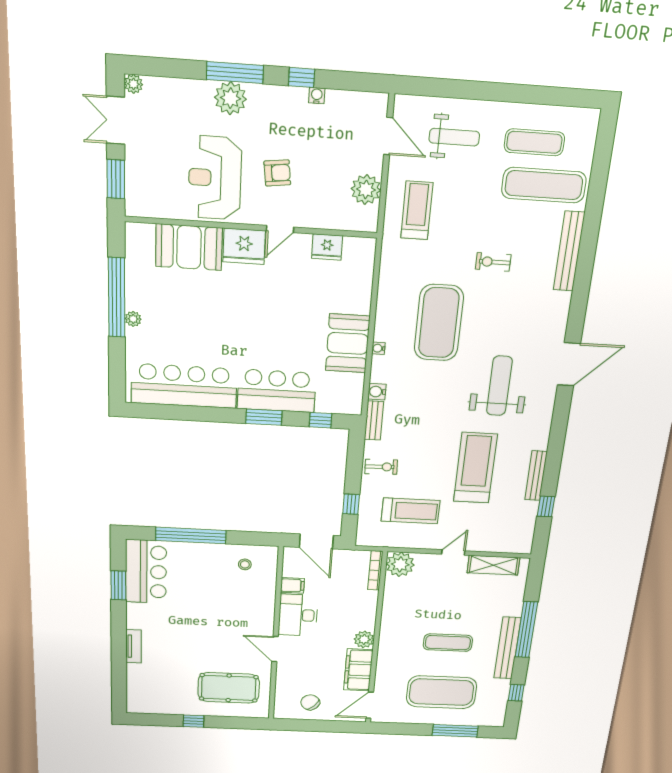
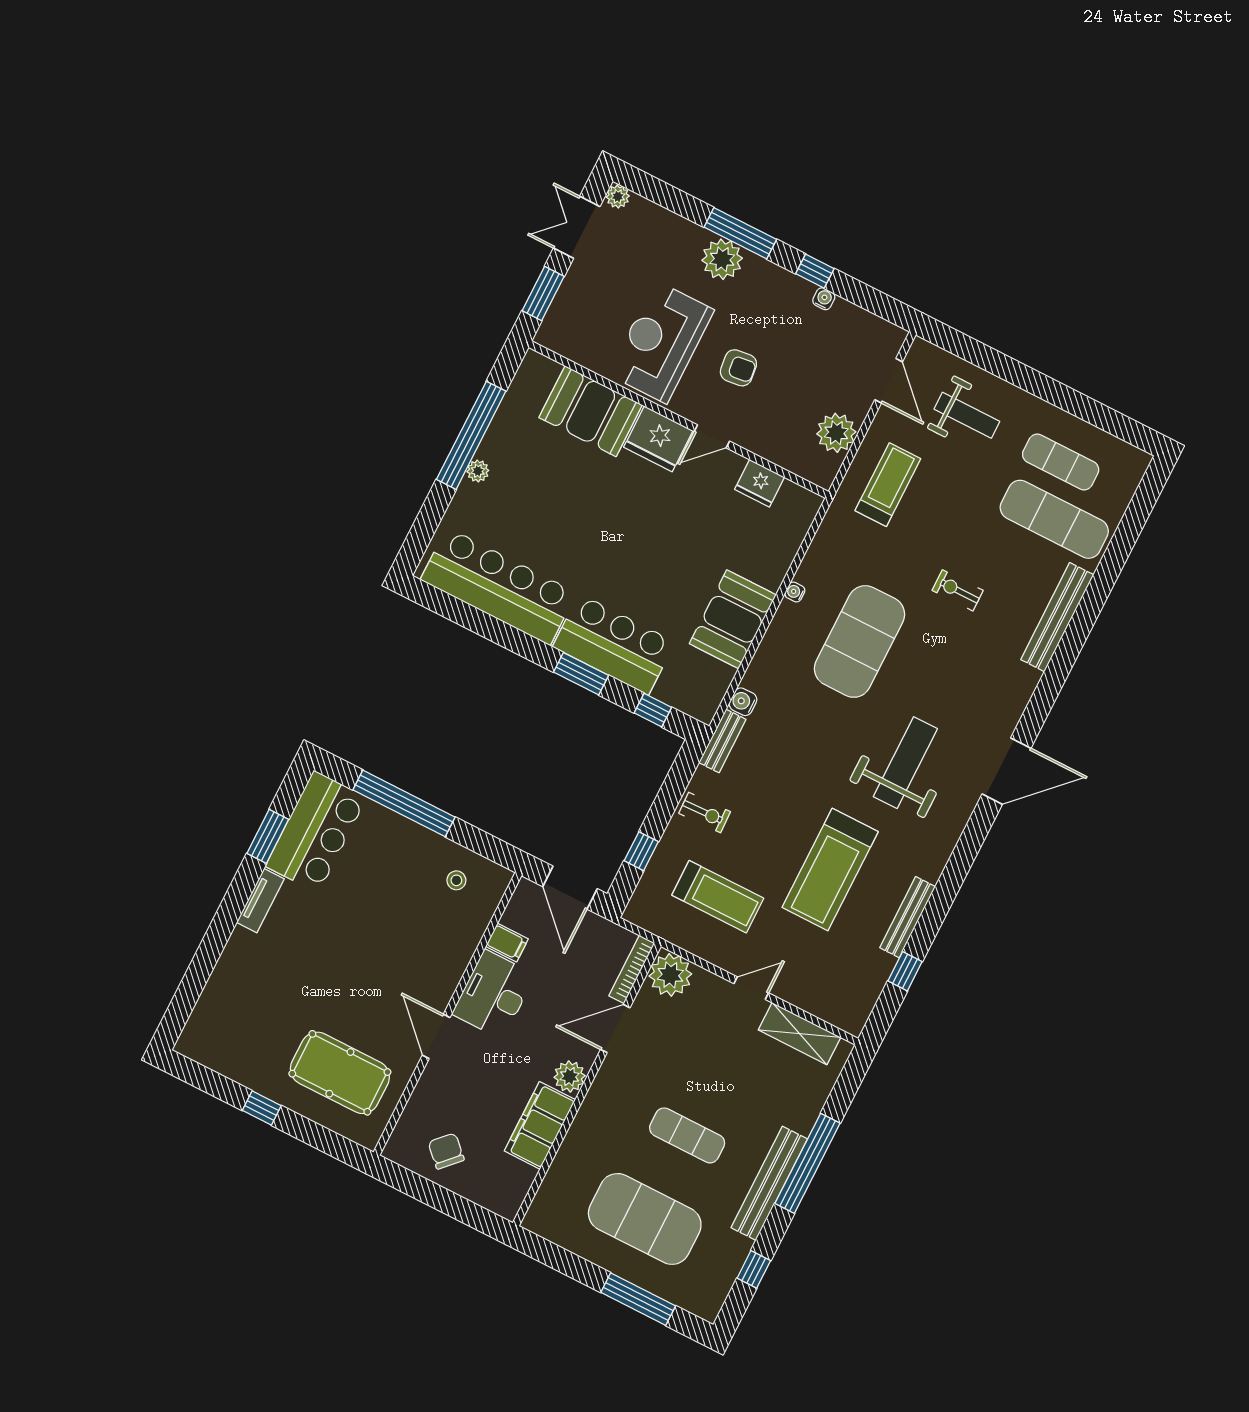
water cooler: (378, 348) -> (795, 592), moved
treadmill: (475, 468) -> (830, 870), turned 180
tv unit: (134, 646) -> (260, 901), moved
door: (370, 705) -> (615, 1029), moved

